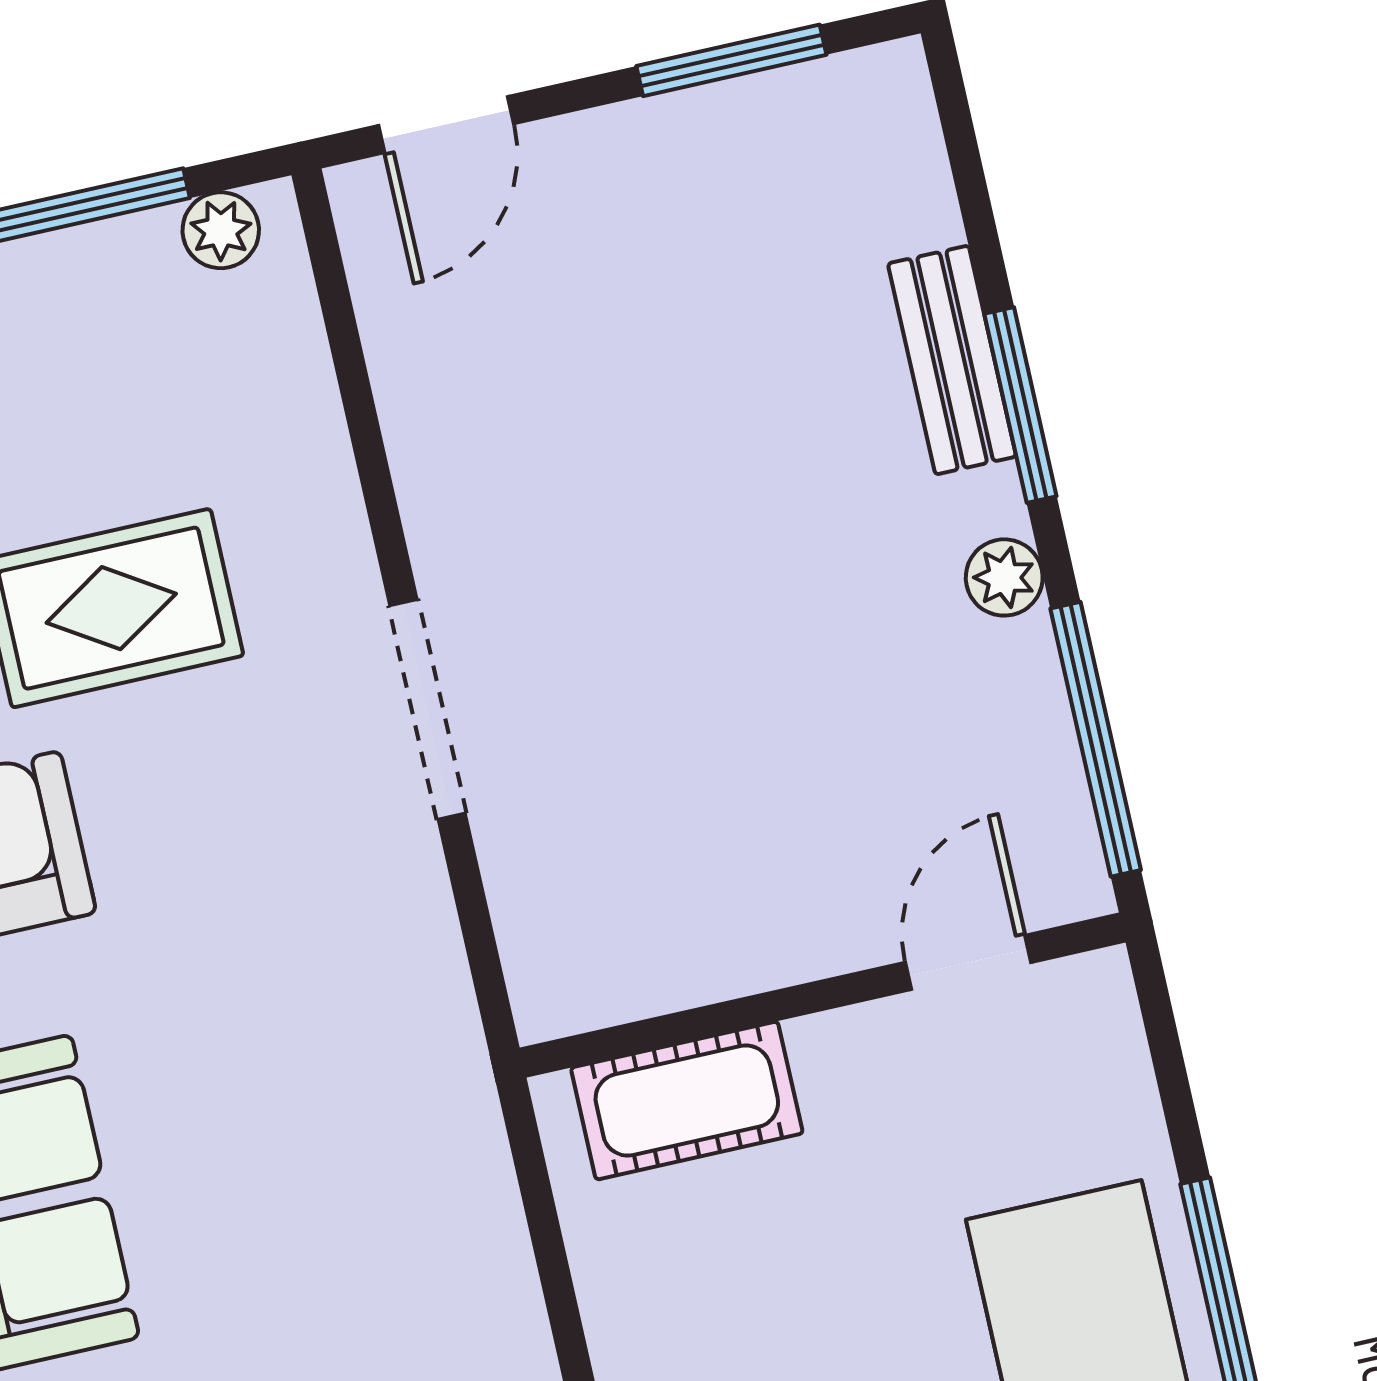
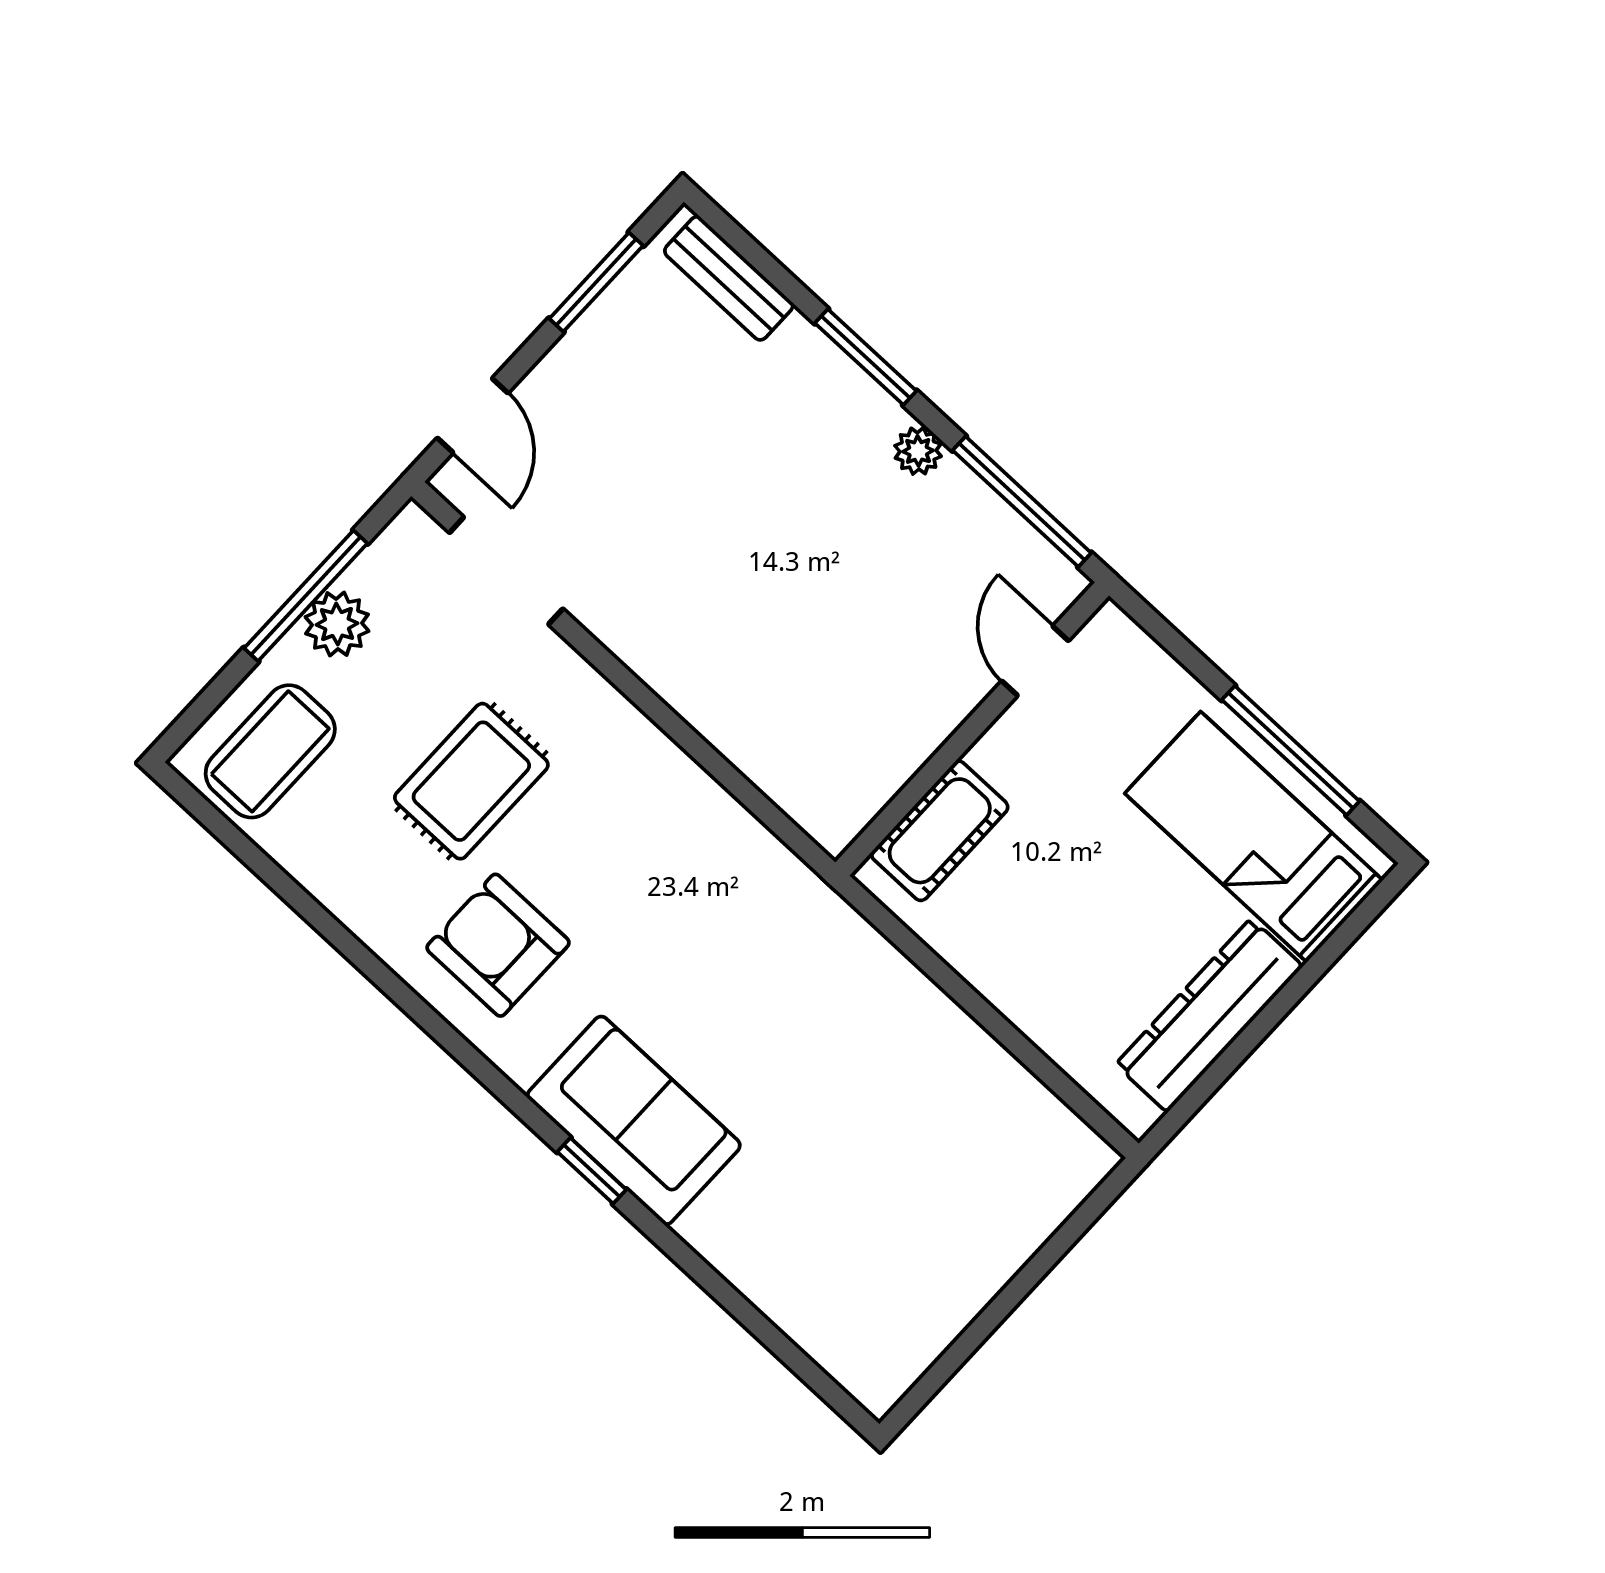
plant: (221, 230) -> (337, 624), moved, width x1.38, depth x1.38
bench: (952, 360) -> (729, 278), moved
doorway: (428, 710) -> (506, 571), moved

